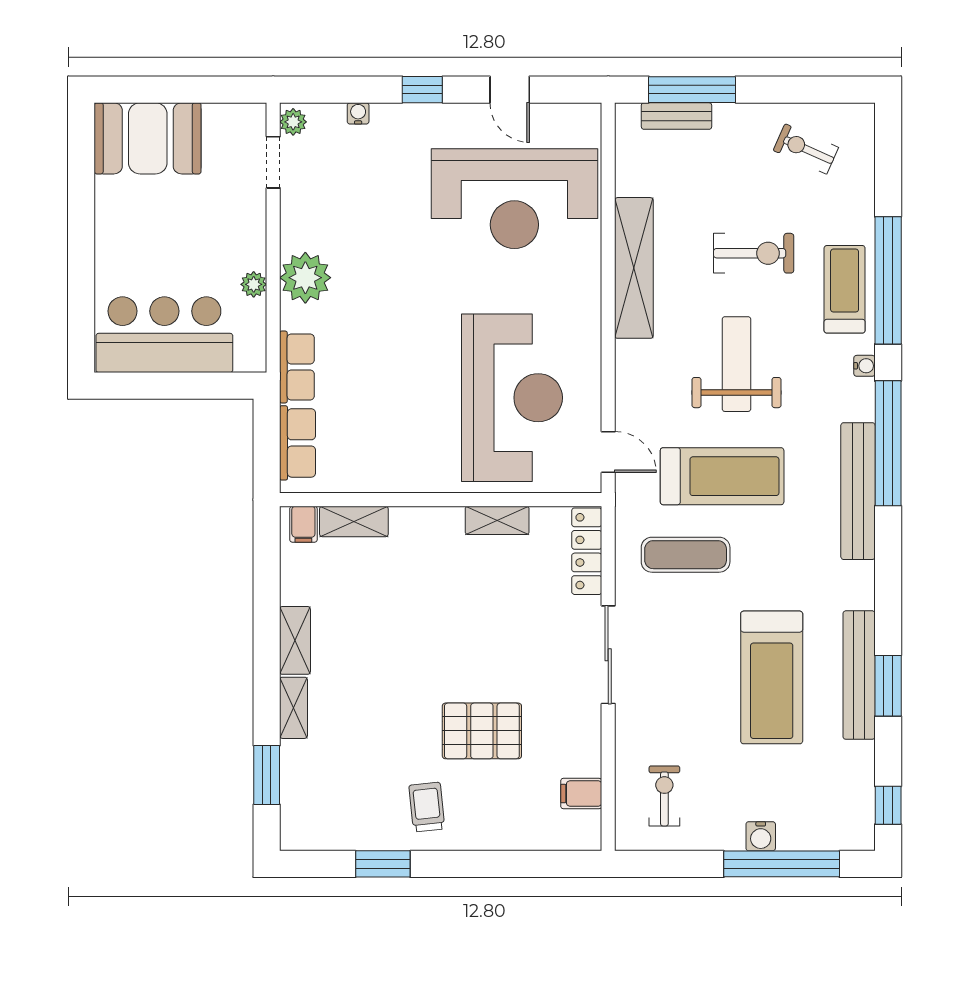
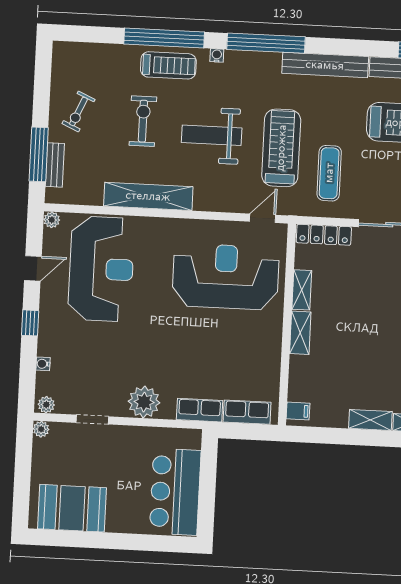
plant: (589, 116) -> (52, 220), added
booth: (148, 138) -> (72, 508), moved, turned 90
exercise bike: (806, 149) -> (78, 112), moved
doorway: (273, 162) -> (92, 420), moved
plant: (254, 284) -> (41, 429), moved
treadmill: (845, 289) -> (168, 65), turned 180
bench: (858, 491) -> (325, 65), moved
shelving: (354, 521) -> (300, 333), moved

